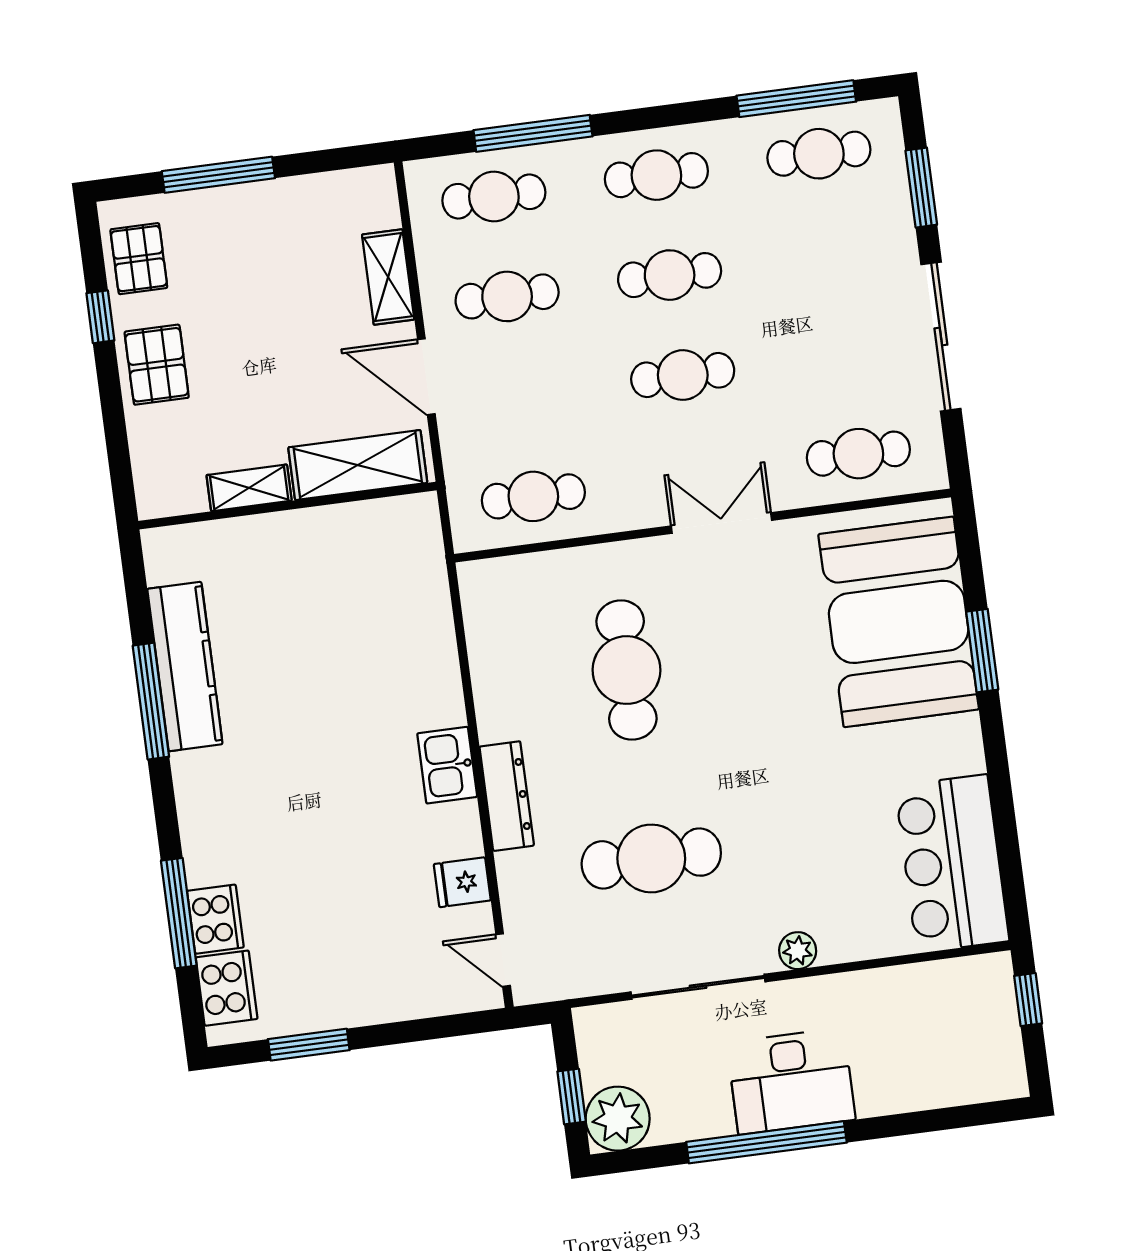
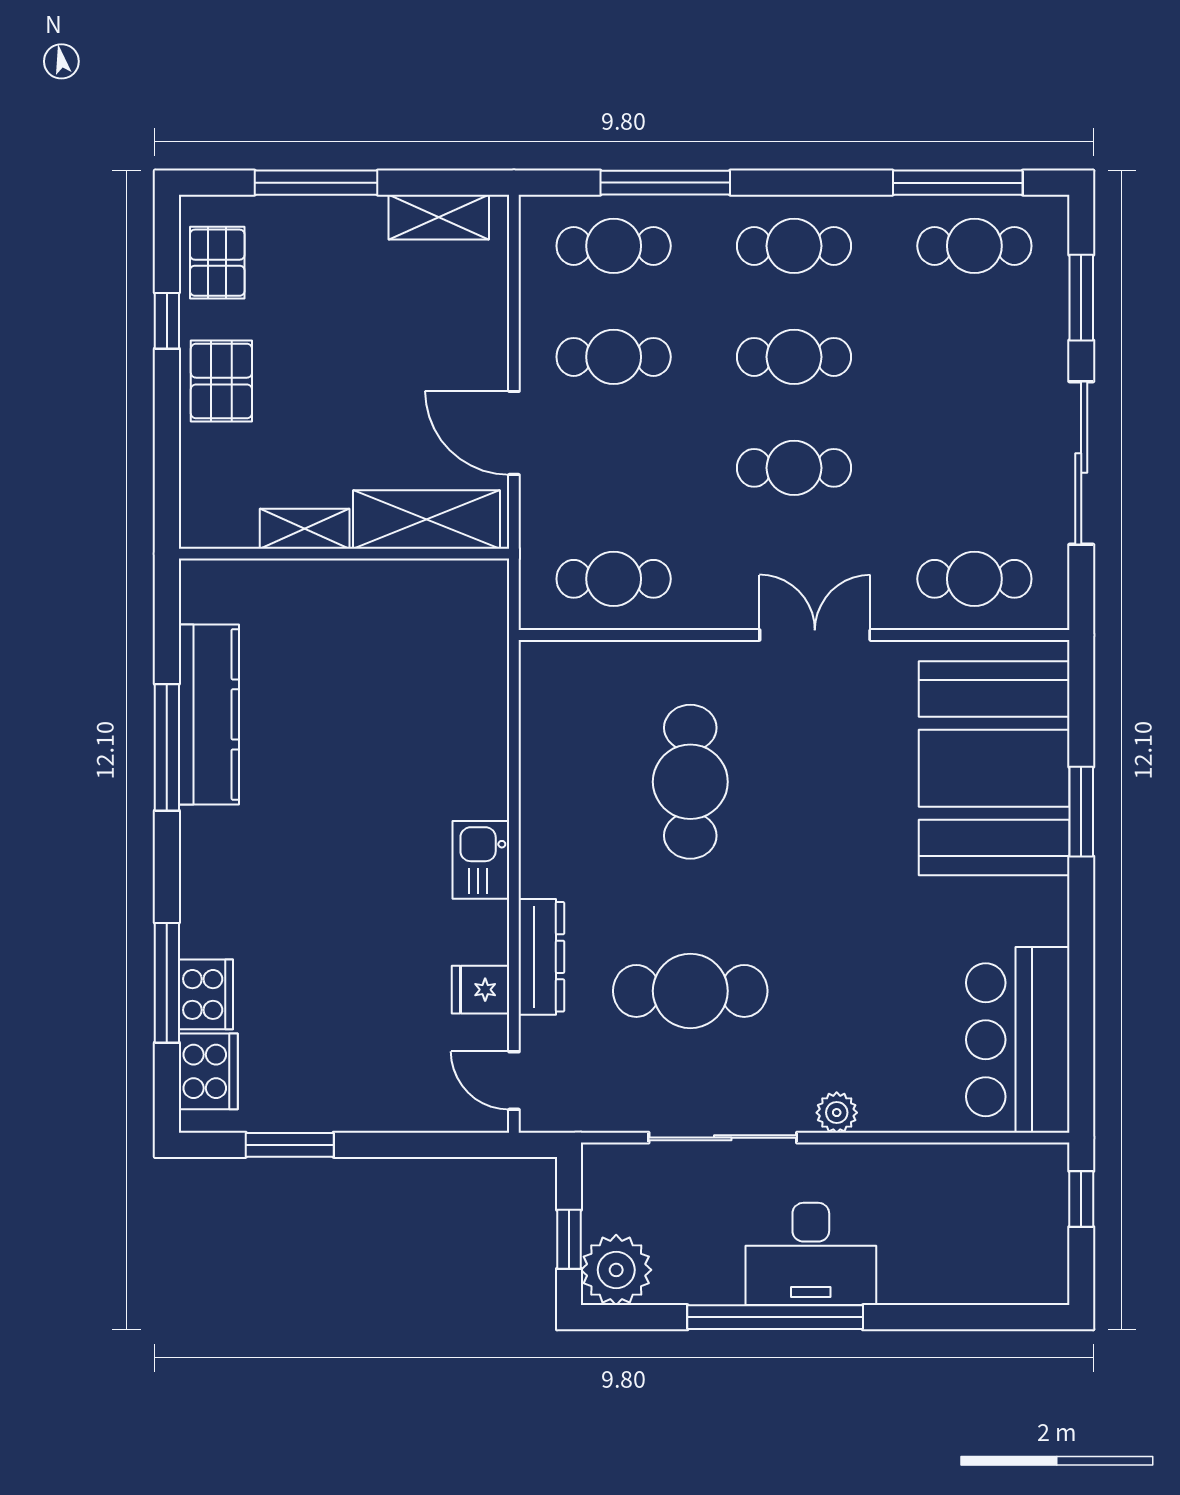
shelving: (388, 277) -> (439, 217), moved, turned 90
dresser: (507, 796) -> (541, 957), moved

